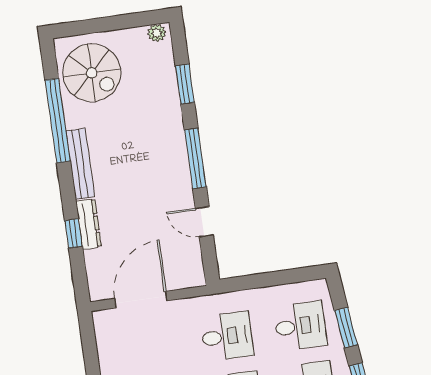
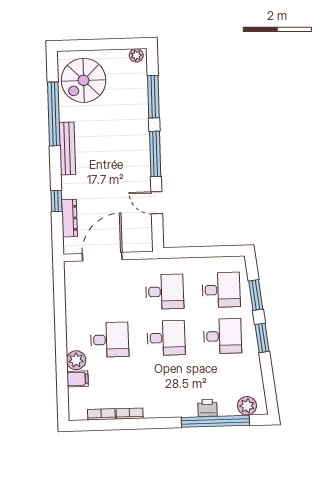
spiral stairs: (92, 73) -> (84, 80), turned 90
window: (185, 84) -> (153, 97), width x1.44
dresser: (89, 224) -> (69, 218), moved

